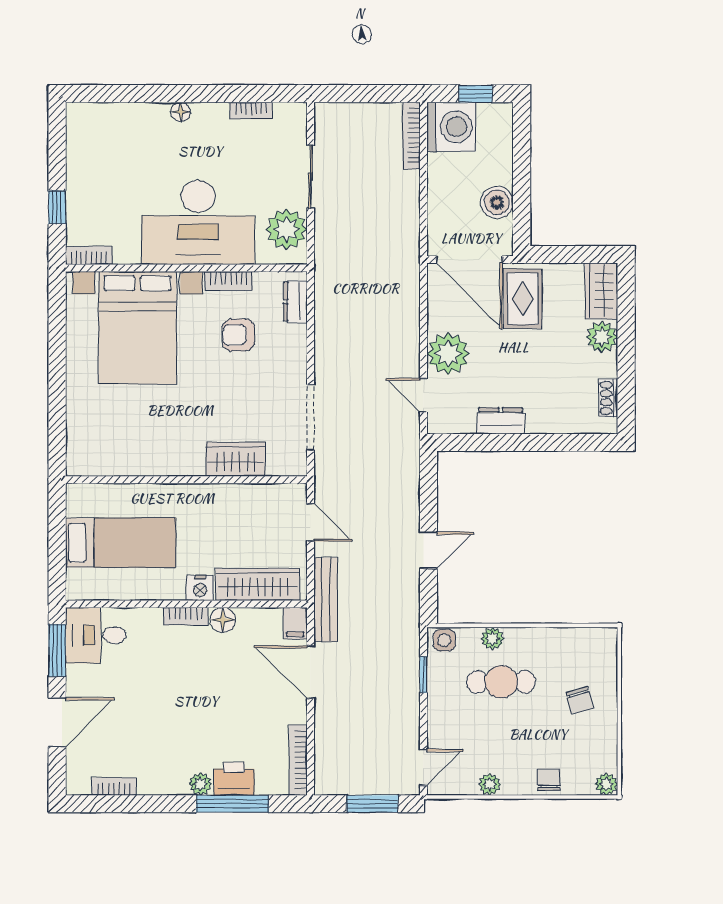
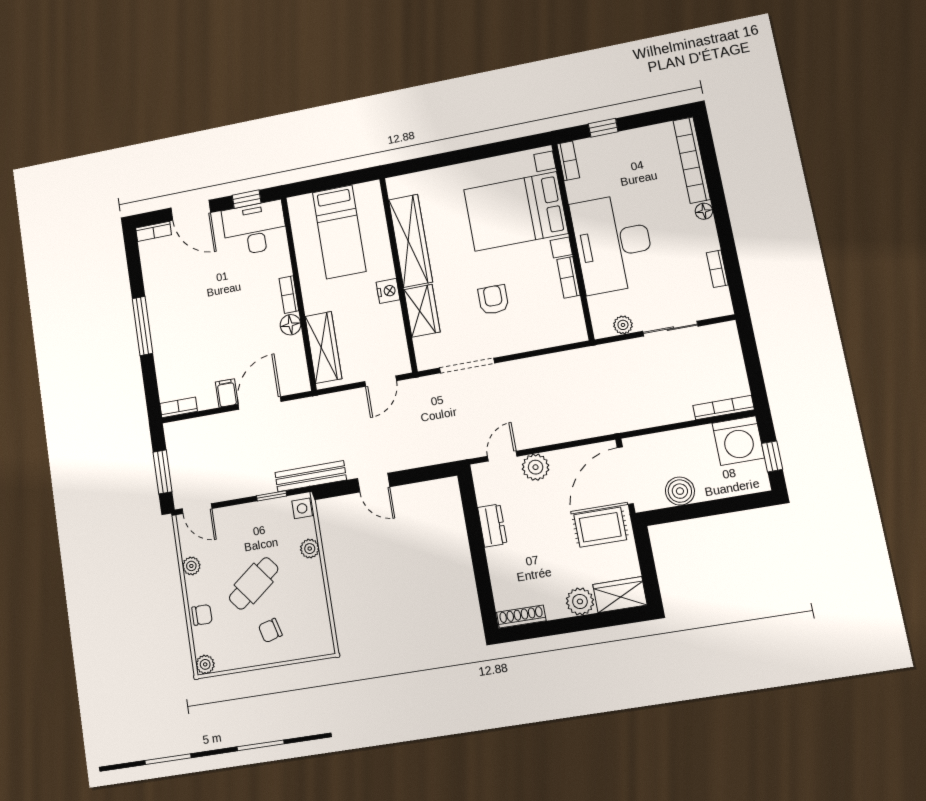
bookcase: (117, 114) -> (692, 160), added
plant: (287, 229) -> (623, 325), width x0.53, depth x0.53
dresser: (295, 302) -> (562, 335), removed
armchair: (238, 335) -> (493, 300), moved
plant: (448, 354) -> (536, 467), width x0.73, depth x0.73
shoe rack: (608, 398) -> (521, 617), width x1.43
wardrobe: (149, 458) -> (411, 241), added
nightstand: (200, 588) -> (388, 291), moved, turned 180
bench: (326, 600) -> (311, 476), moved
filing cabinet: (295, 623) -> (227, 393), moved, turned 90
desk: (96, 635) -> (255, 228), width x1.37
window: (57, 650) -> (247, 199), width x0.67
cafe table: (501, 682) -> (254, 583), moved, turned 52
bookcase: (298, 760) -> (179, 407), width x0.64
printer: (234, 779) -> (167, 357), removed
plant: (200, 784) -> (159, 331), removed
bookcase: (114, 786) -> (154, 231), moved, turned 90
window: (232, 804) -> (142, 326), moved

